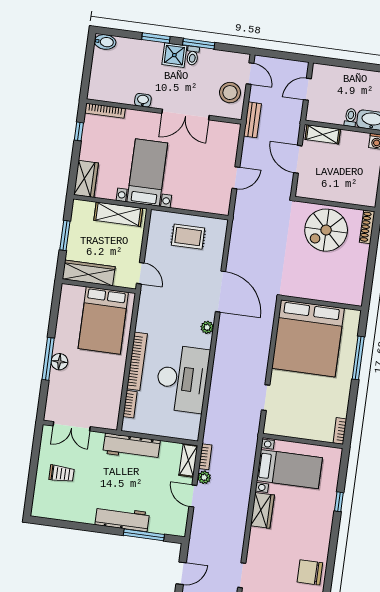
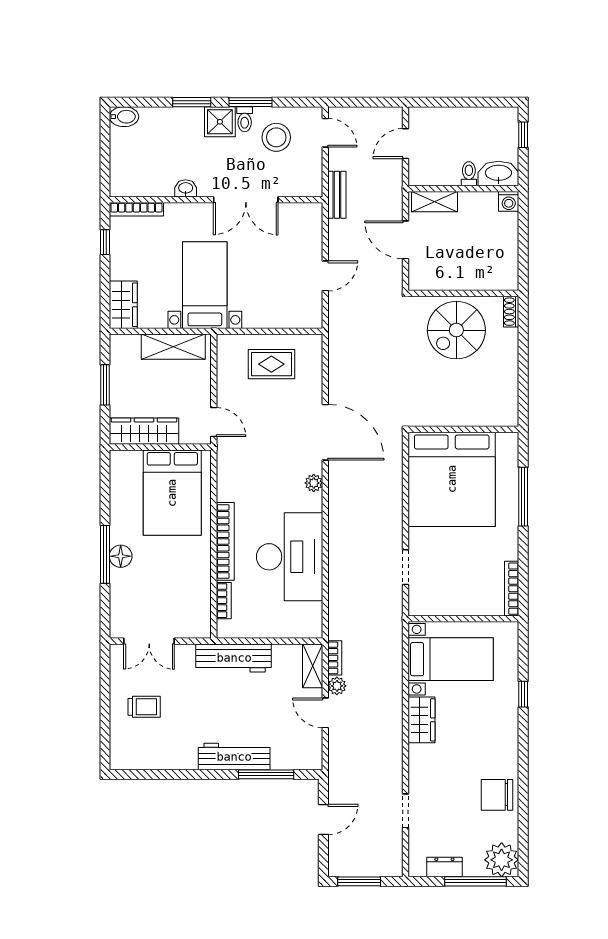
stool: (230, 93) -> (276, 137), moved
shoe rack: (367, 227) -> (511, 312), width x0.70
bookcase: (340, 431) -> (512, 589), width x1.56

